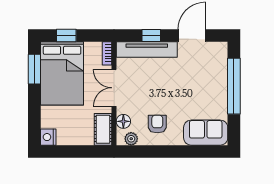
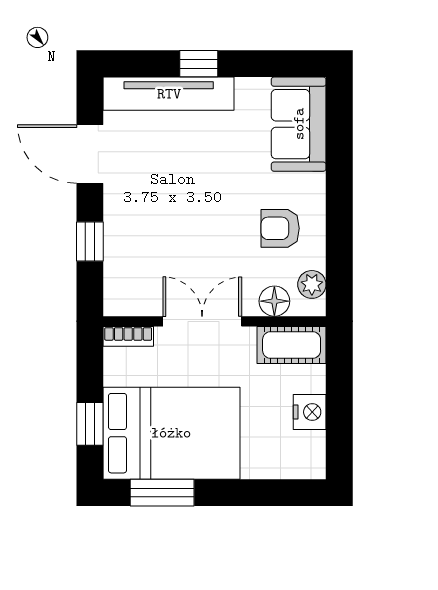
tv unit: (147, 50) -> (169, 94), moved, turned 90
window: (234, 86) -> (199, 64), width x0.32
double door: (114, 88) -> (202, 321), swing flipped
nightstand: (48, 137) -> (310, 412), moved, turned -90

